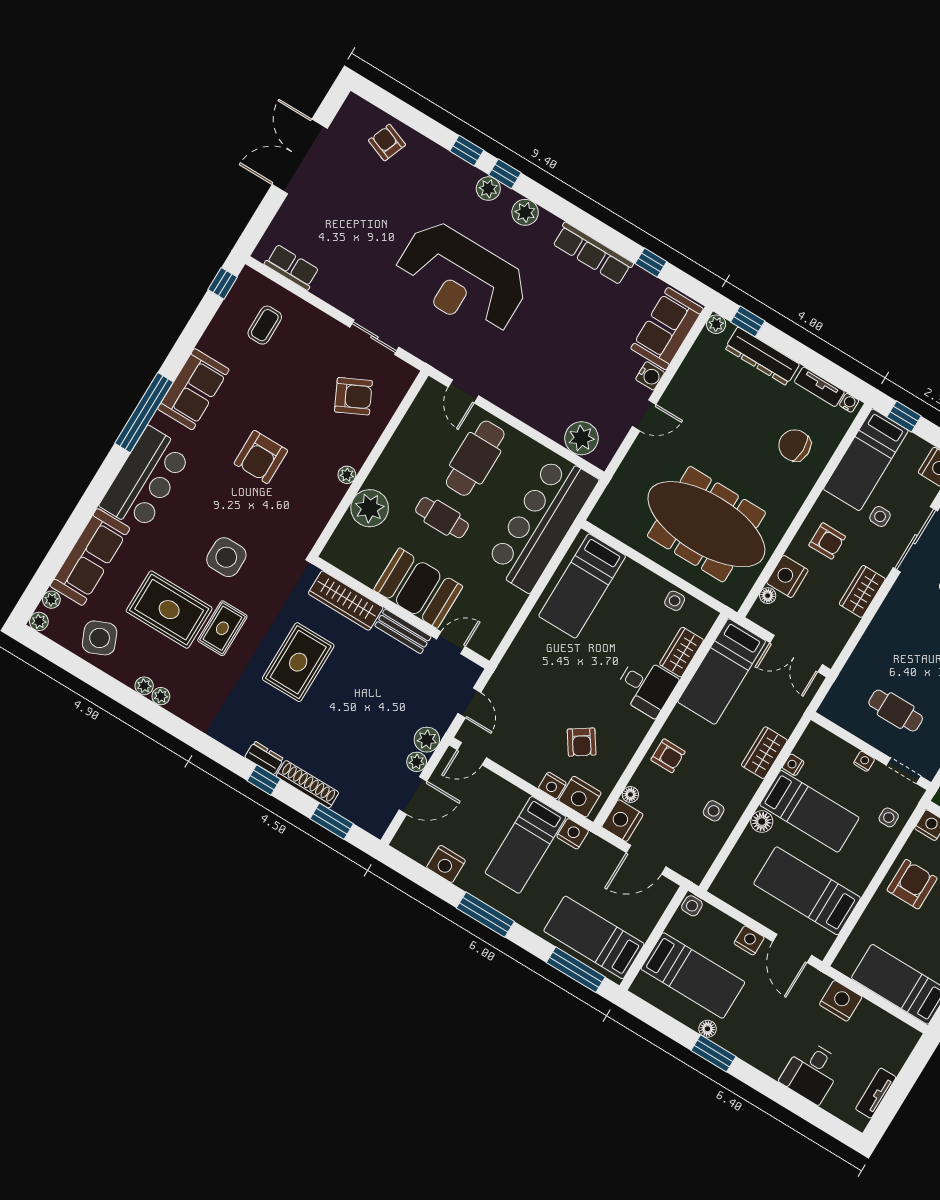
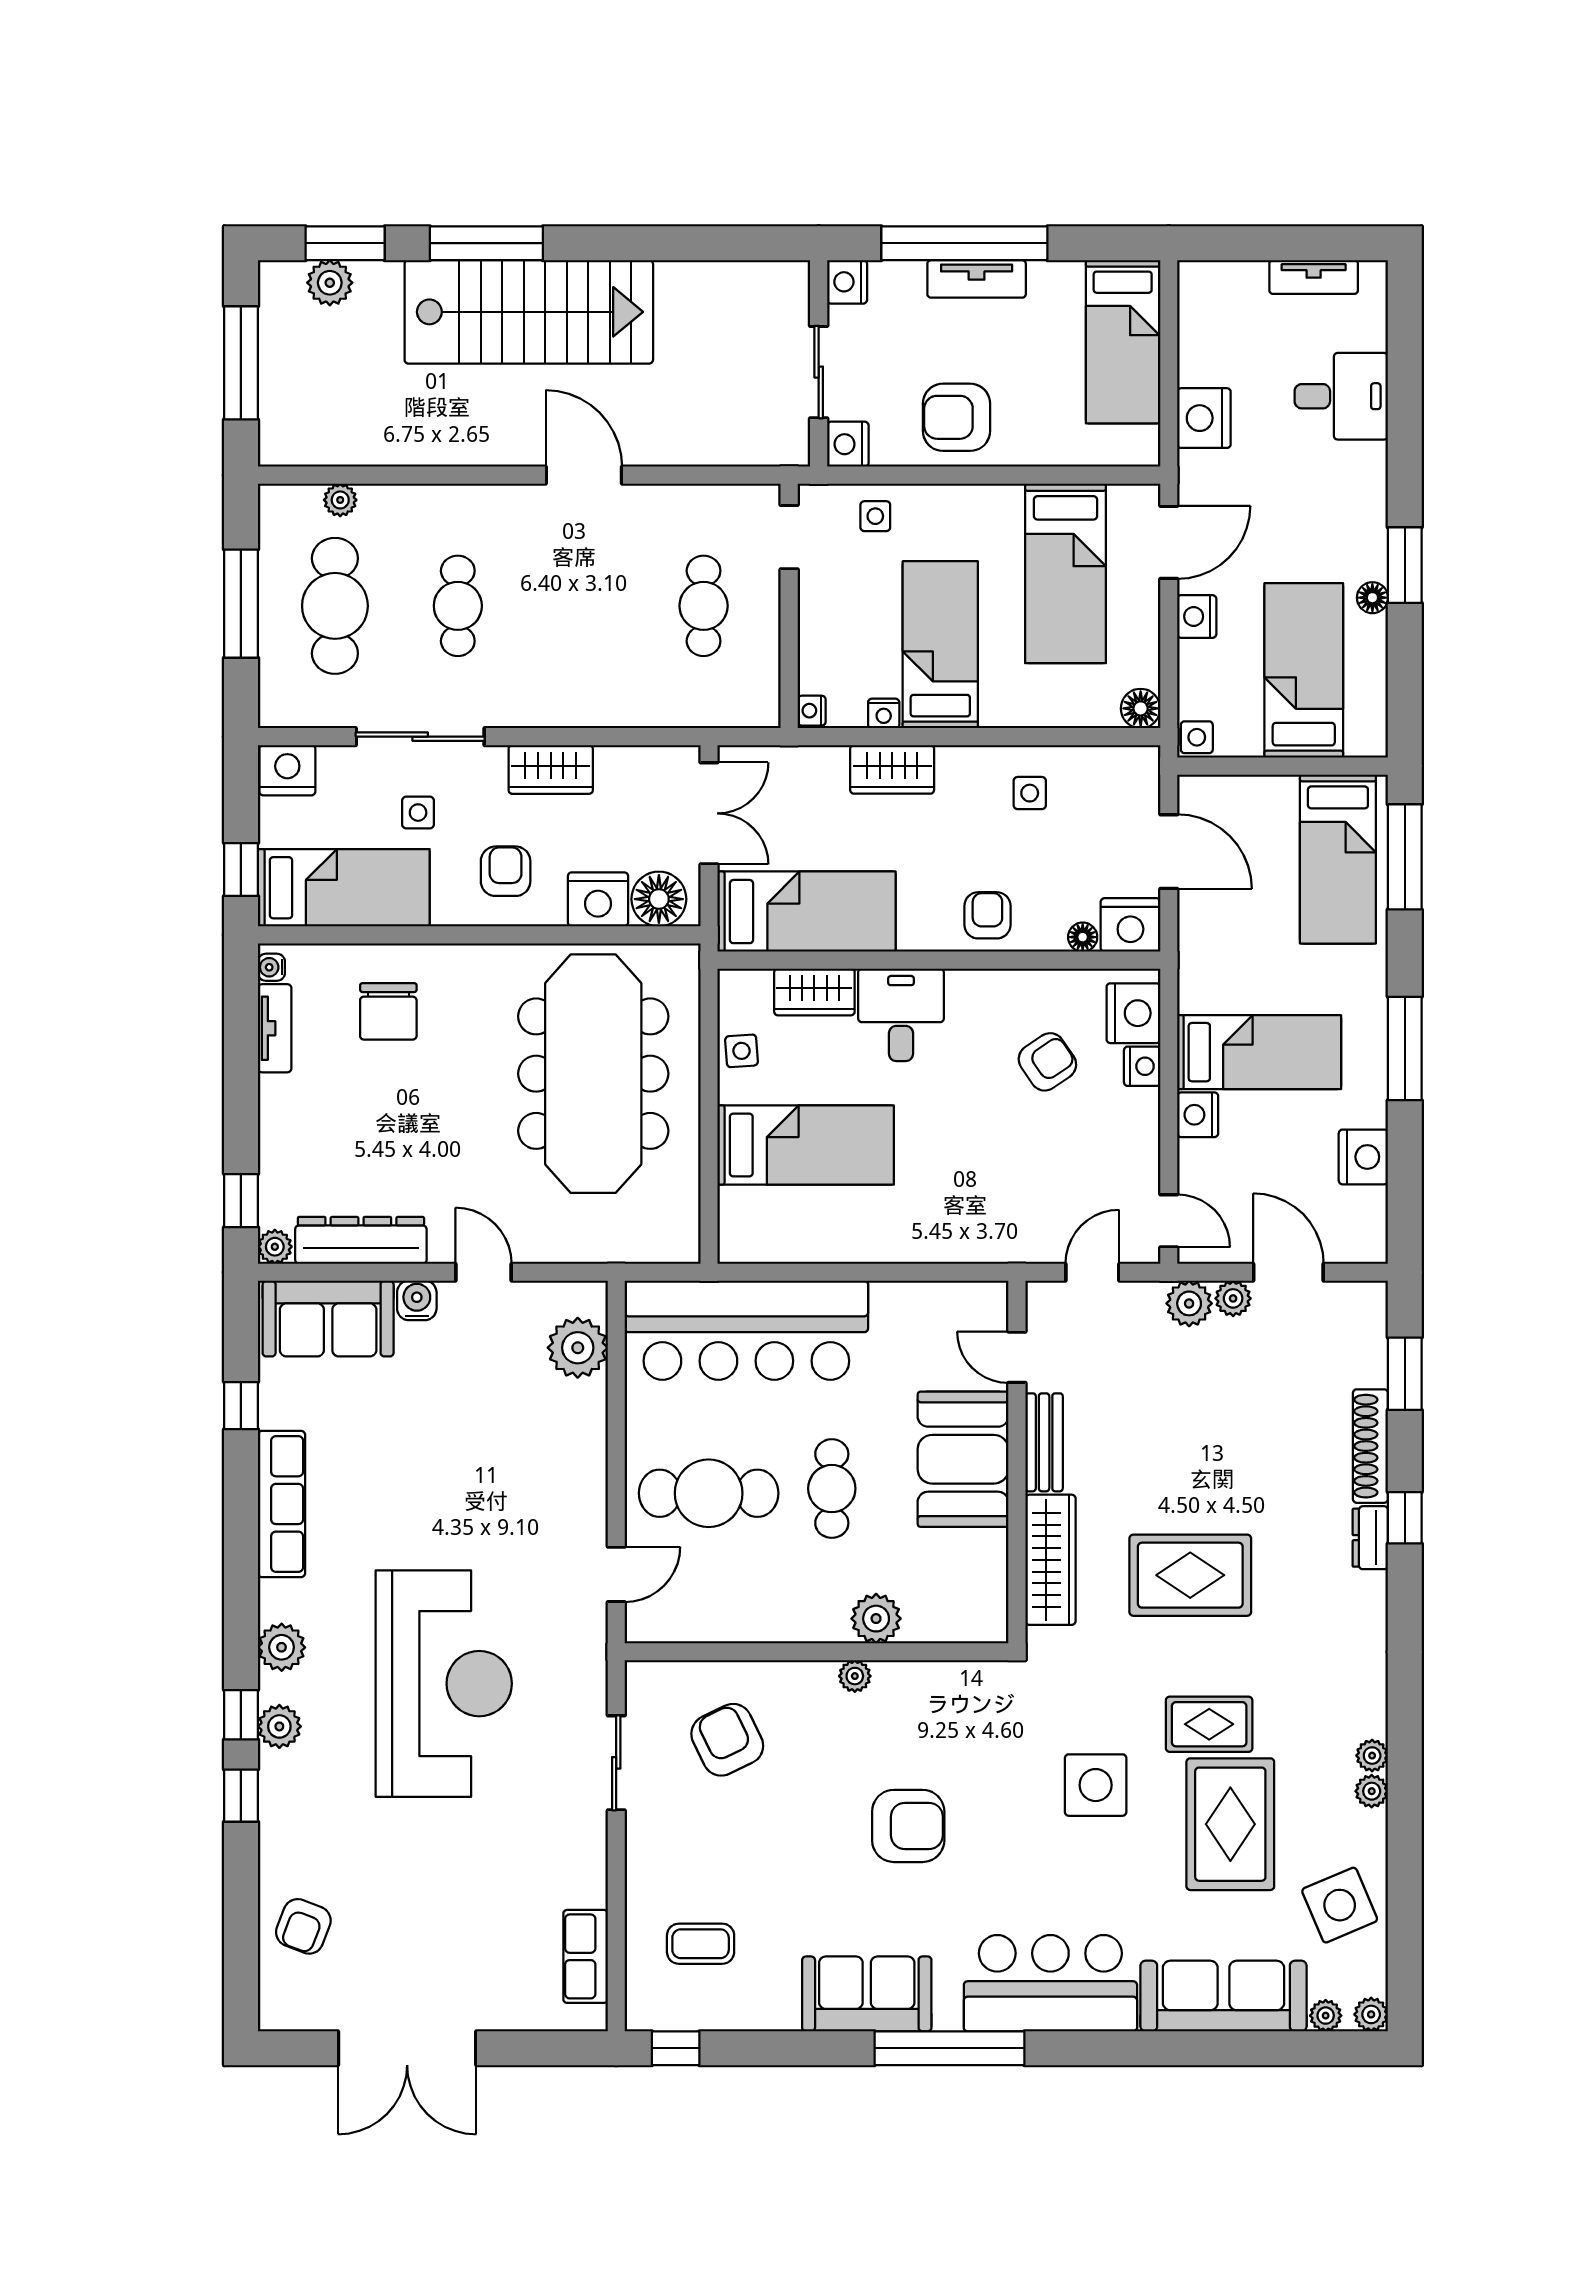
dresser: (762, 356) -> (361, 1240), moved, turned -90
plant: (370, 508) -> (876, 1619), width x0.73, depth x0.73
bed: (582, 586) -> (806, 1145), moved
floor lamp: (768, 596) -> (659, 899), width x1.89, depth x1.89
nightstand: (864, 761) -> (812, 711), moved
floor lamp: (762, 822) -> (1141, 708), moved
nightstand: (573, 834) -> (1198, 1115), moved

